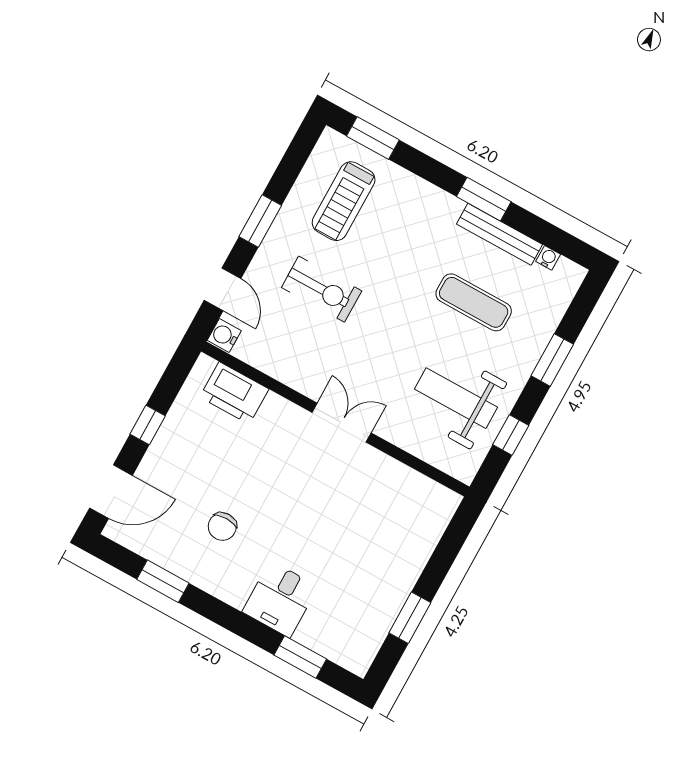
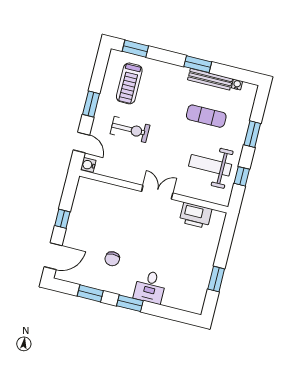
printer: (234, 393) -> (196, 215), moved
window: (300, 657) -> (130, 303), moved

